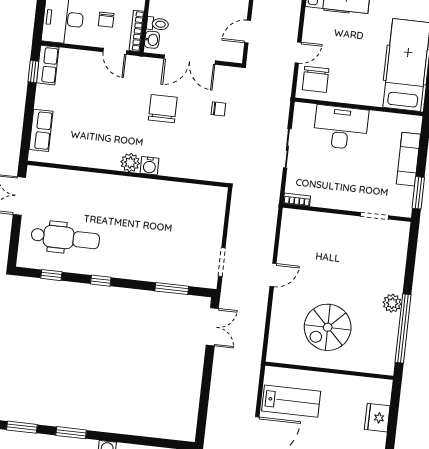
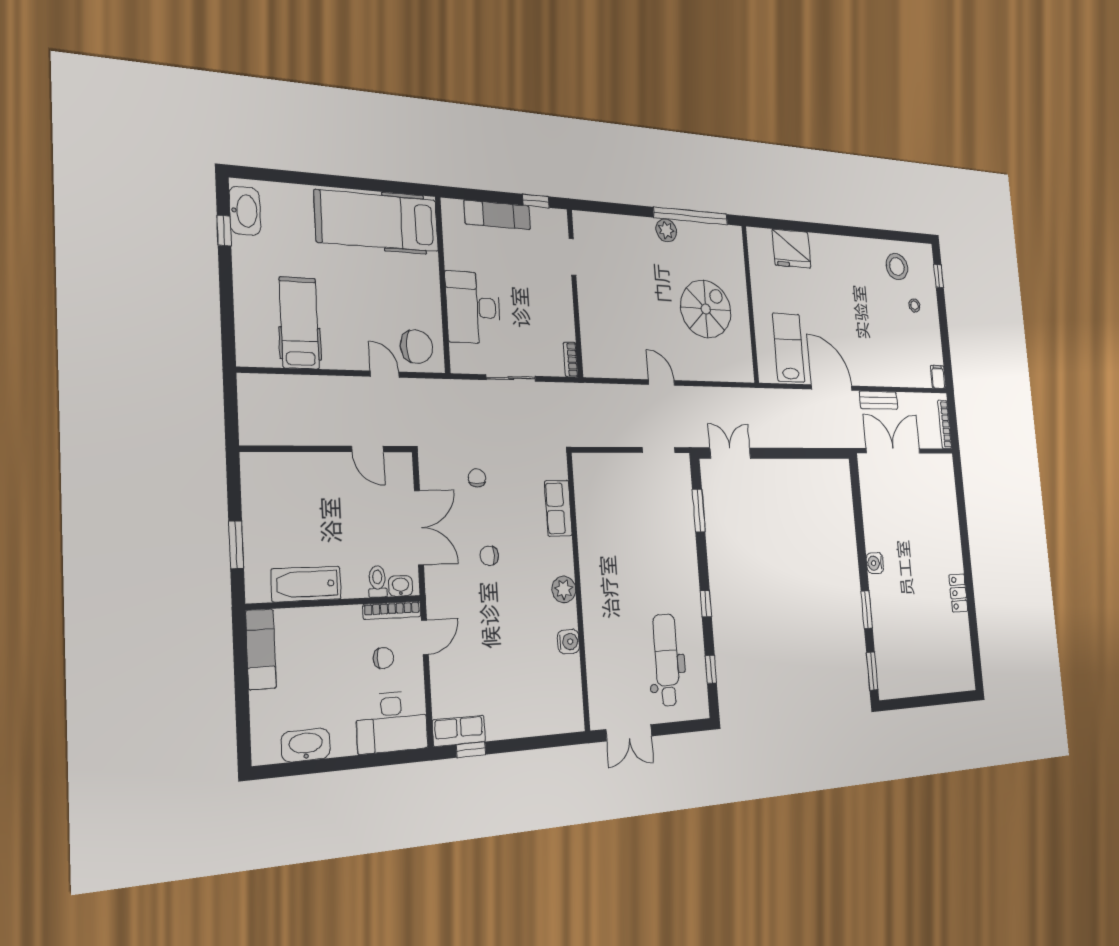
chair: (163, 109) -> (489, 556), width x0.54, depth x0.54
row of seats: (41, 130) -> (558, 508), moved, turned -90
water cooler: (150, 166) -> (568, 642), moved
window: (418, 193) -> (536, 201), width x0.67
spiral stairs: (328, 327) -> (706, 309), turned -90
fridge: (377, 418) -> (792, 249), width x1.36, depth x1.34

